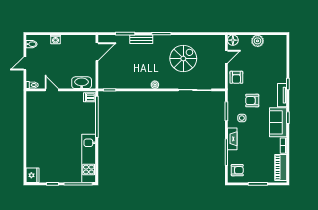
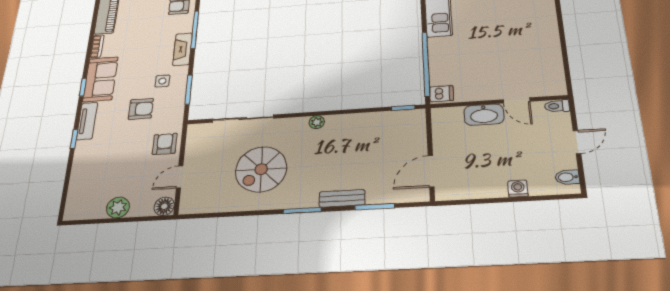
washbasin: (82, 83) -> (484, 115), moved

